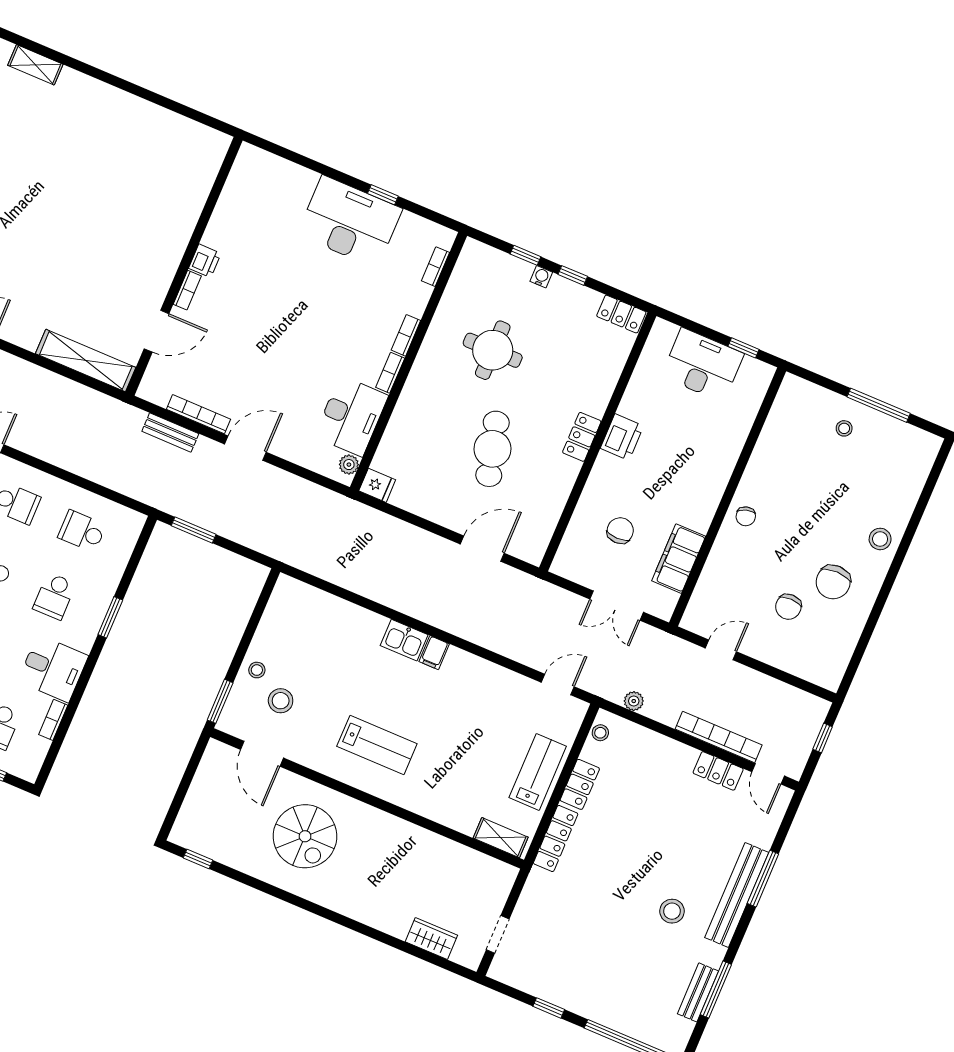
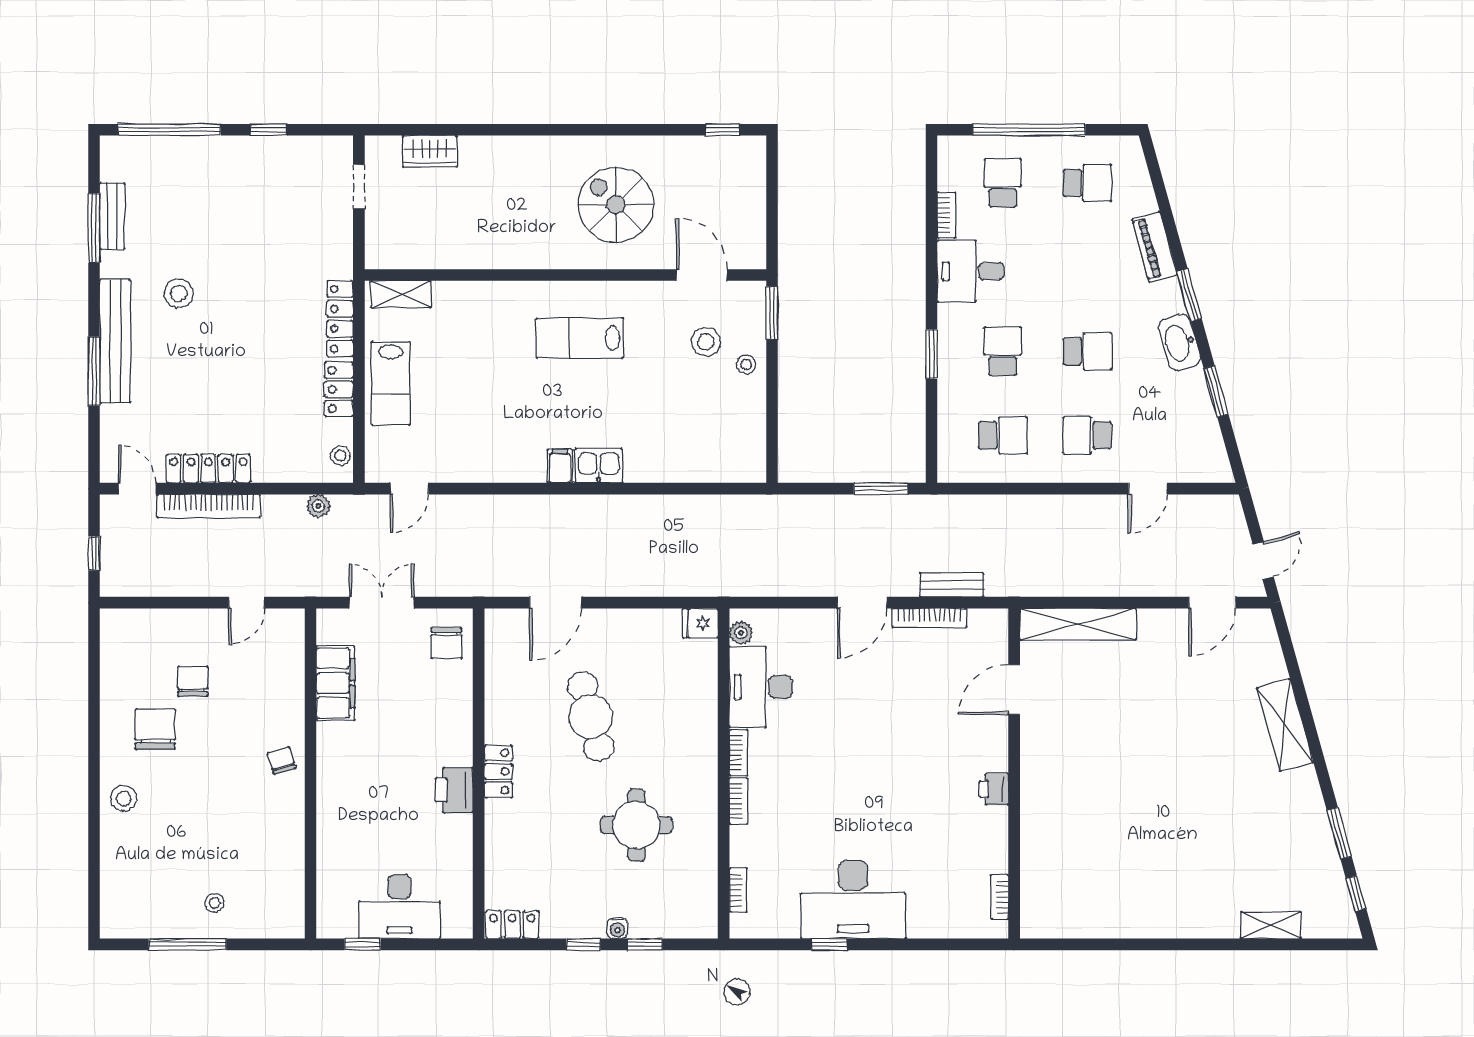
bookcase: (187, 290) -> (1000, 897), moved
chair: (620, 531) -> (446, 643), moved
locker: (718, 771) -> (208, 469), width x1.53

